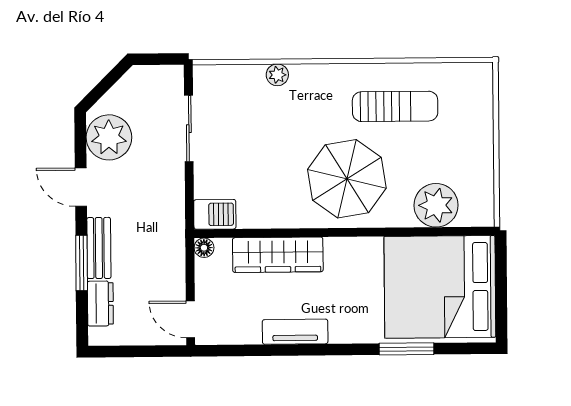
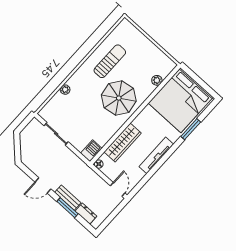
plant: (109, 137) -> (35, 162), removed
plant: (436, 205) -> (157, 80), width x0.53, depth x0.53
door: (190, 319) -> (118, 189), swing flipped
tv unit: (295, 332) -> (156, 155), width x1.41

